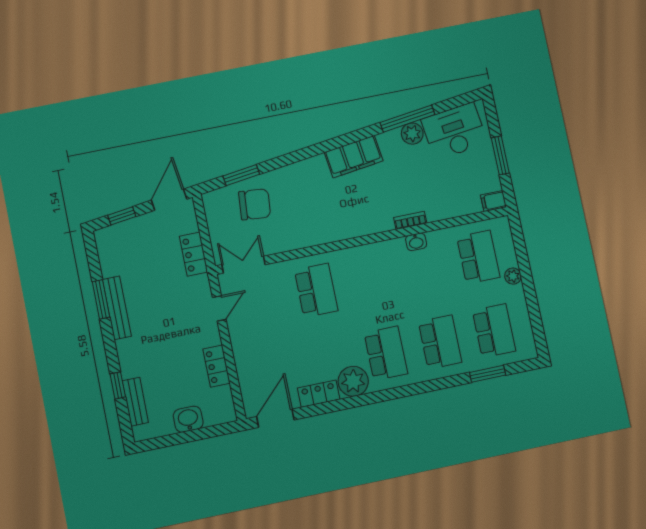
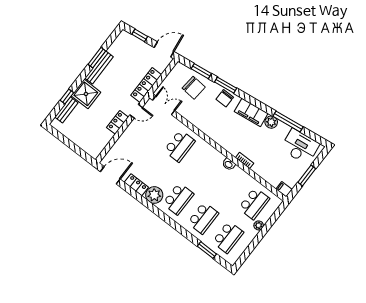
plant: (412, 134) -> (271, 122), moved
window: (288, 159) -> (226, 85), added
chair: (305, 175) -> (225, 98), added
washbasin: (416, 242) -> (229, 164), moved
locker: (194, 254) -> (146, 85), width x1.53
shower: (137, 356) -> (86, 94), added
locker: (216, 366) -> (118, 122), moved
washbasin: (188, 419) -> (78, 139), removed

